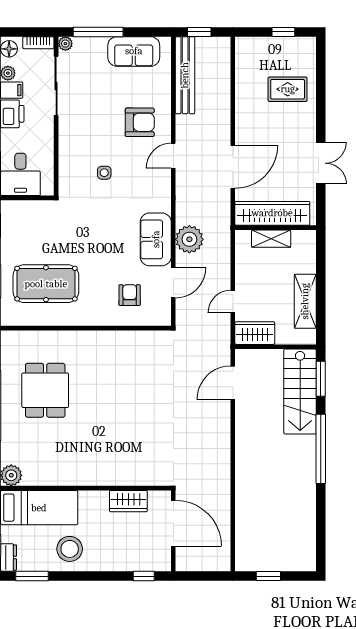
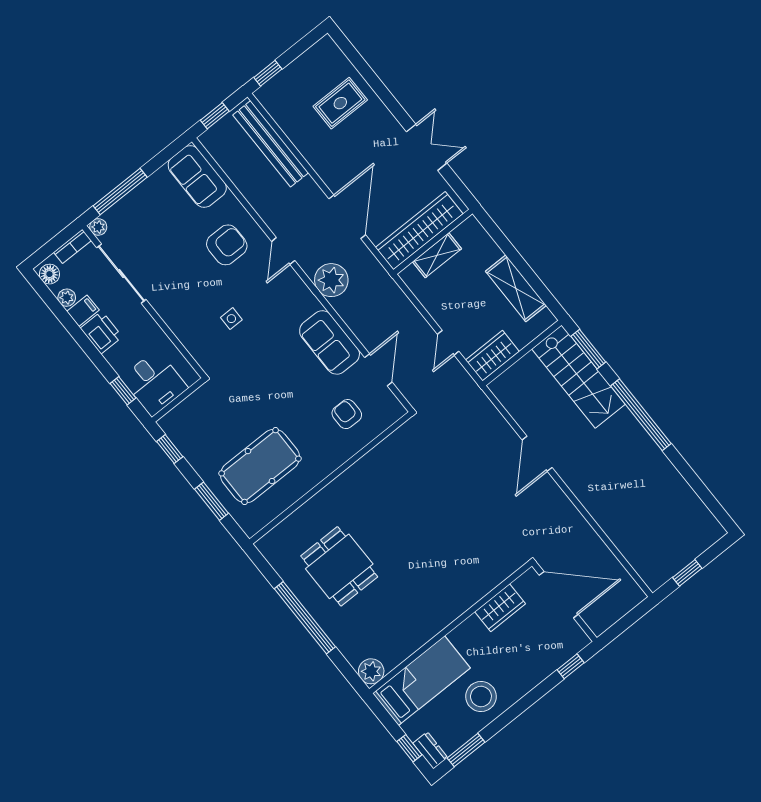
window: (283, 32) -> (268, 73), moved
sofa: (134, 51) -> (197, 176), moved, turned 90
bench: (185, 75) -> (271, 144), moved
plant: (189, 239) -> (331, 280), moved
door: (233, 383) -> (537, 454), moved

